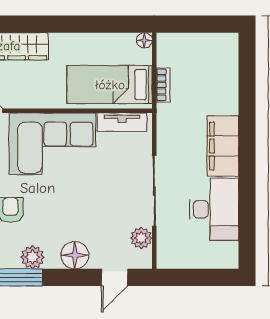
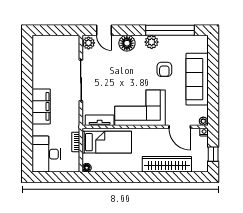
desk: (214, 209) -> (46, 154), moved
plant: (141, 238) -> (88, 43), moved
door: (114, 277) -> (104, 30), swing flipped

